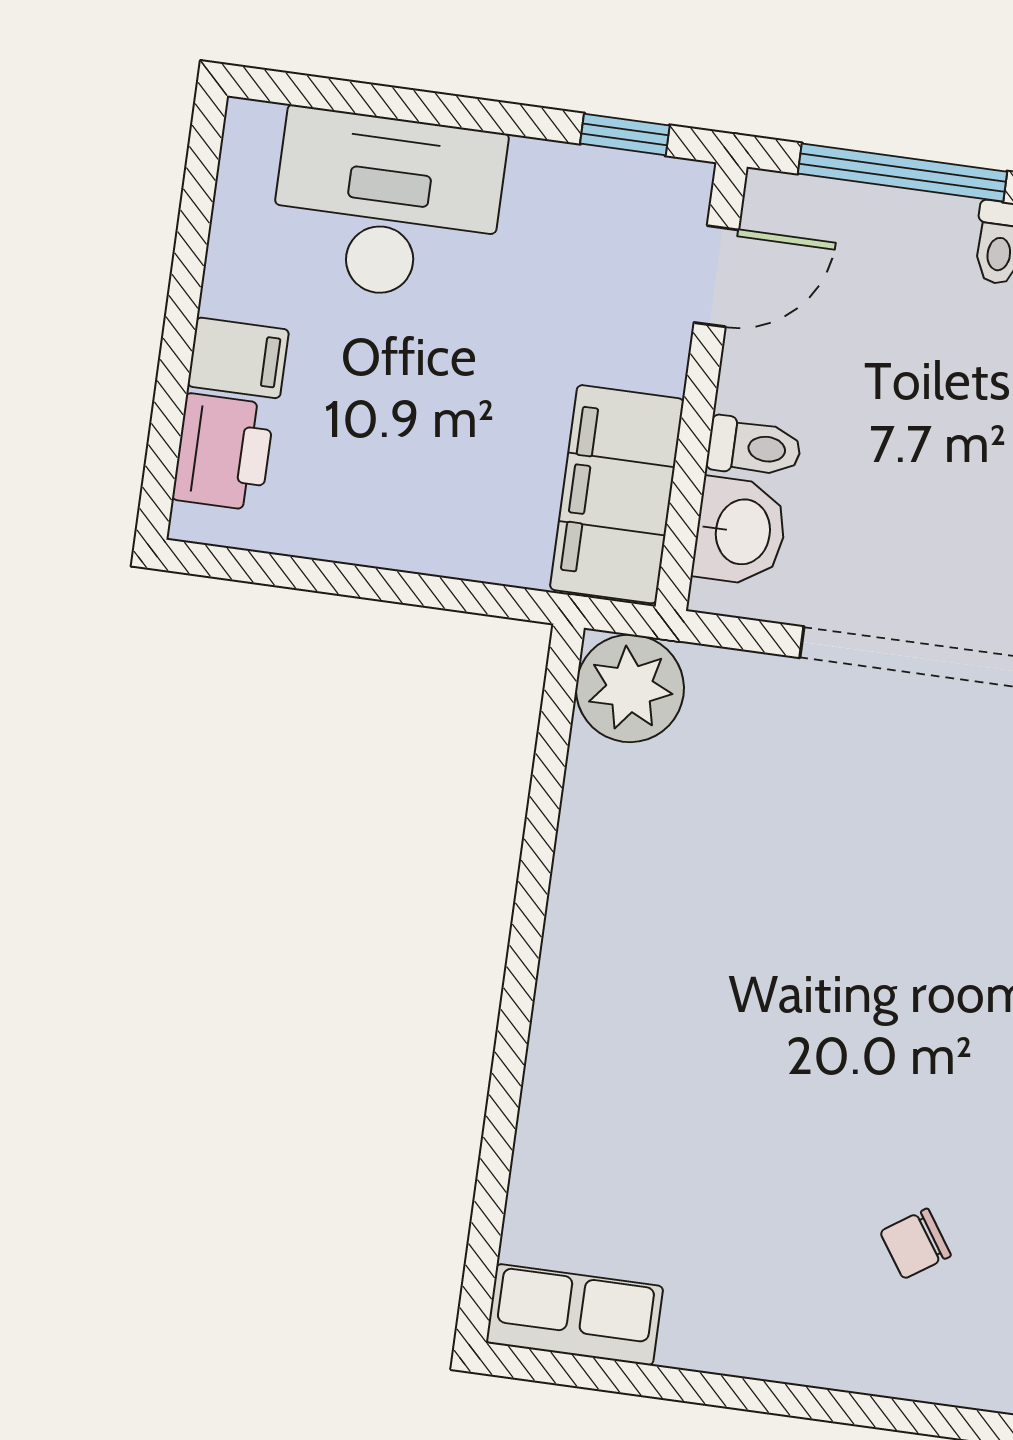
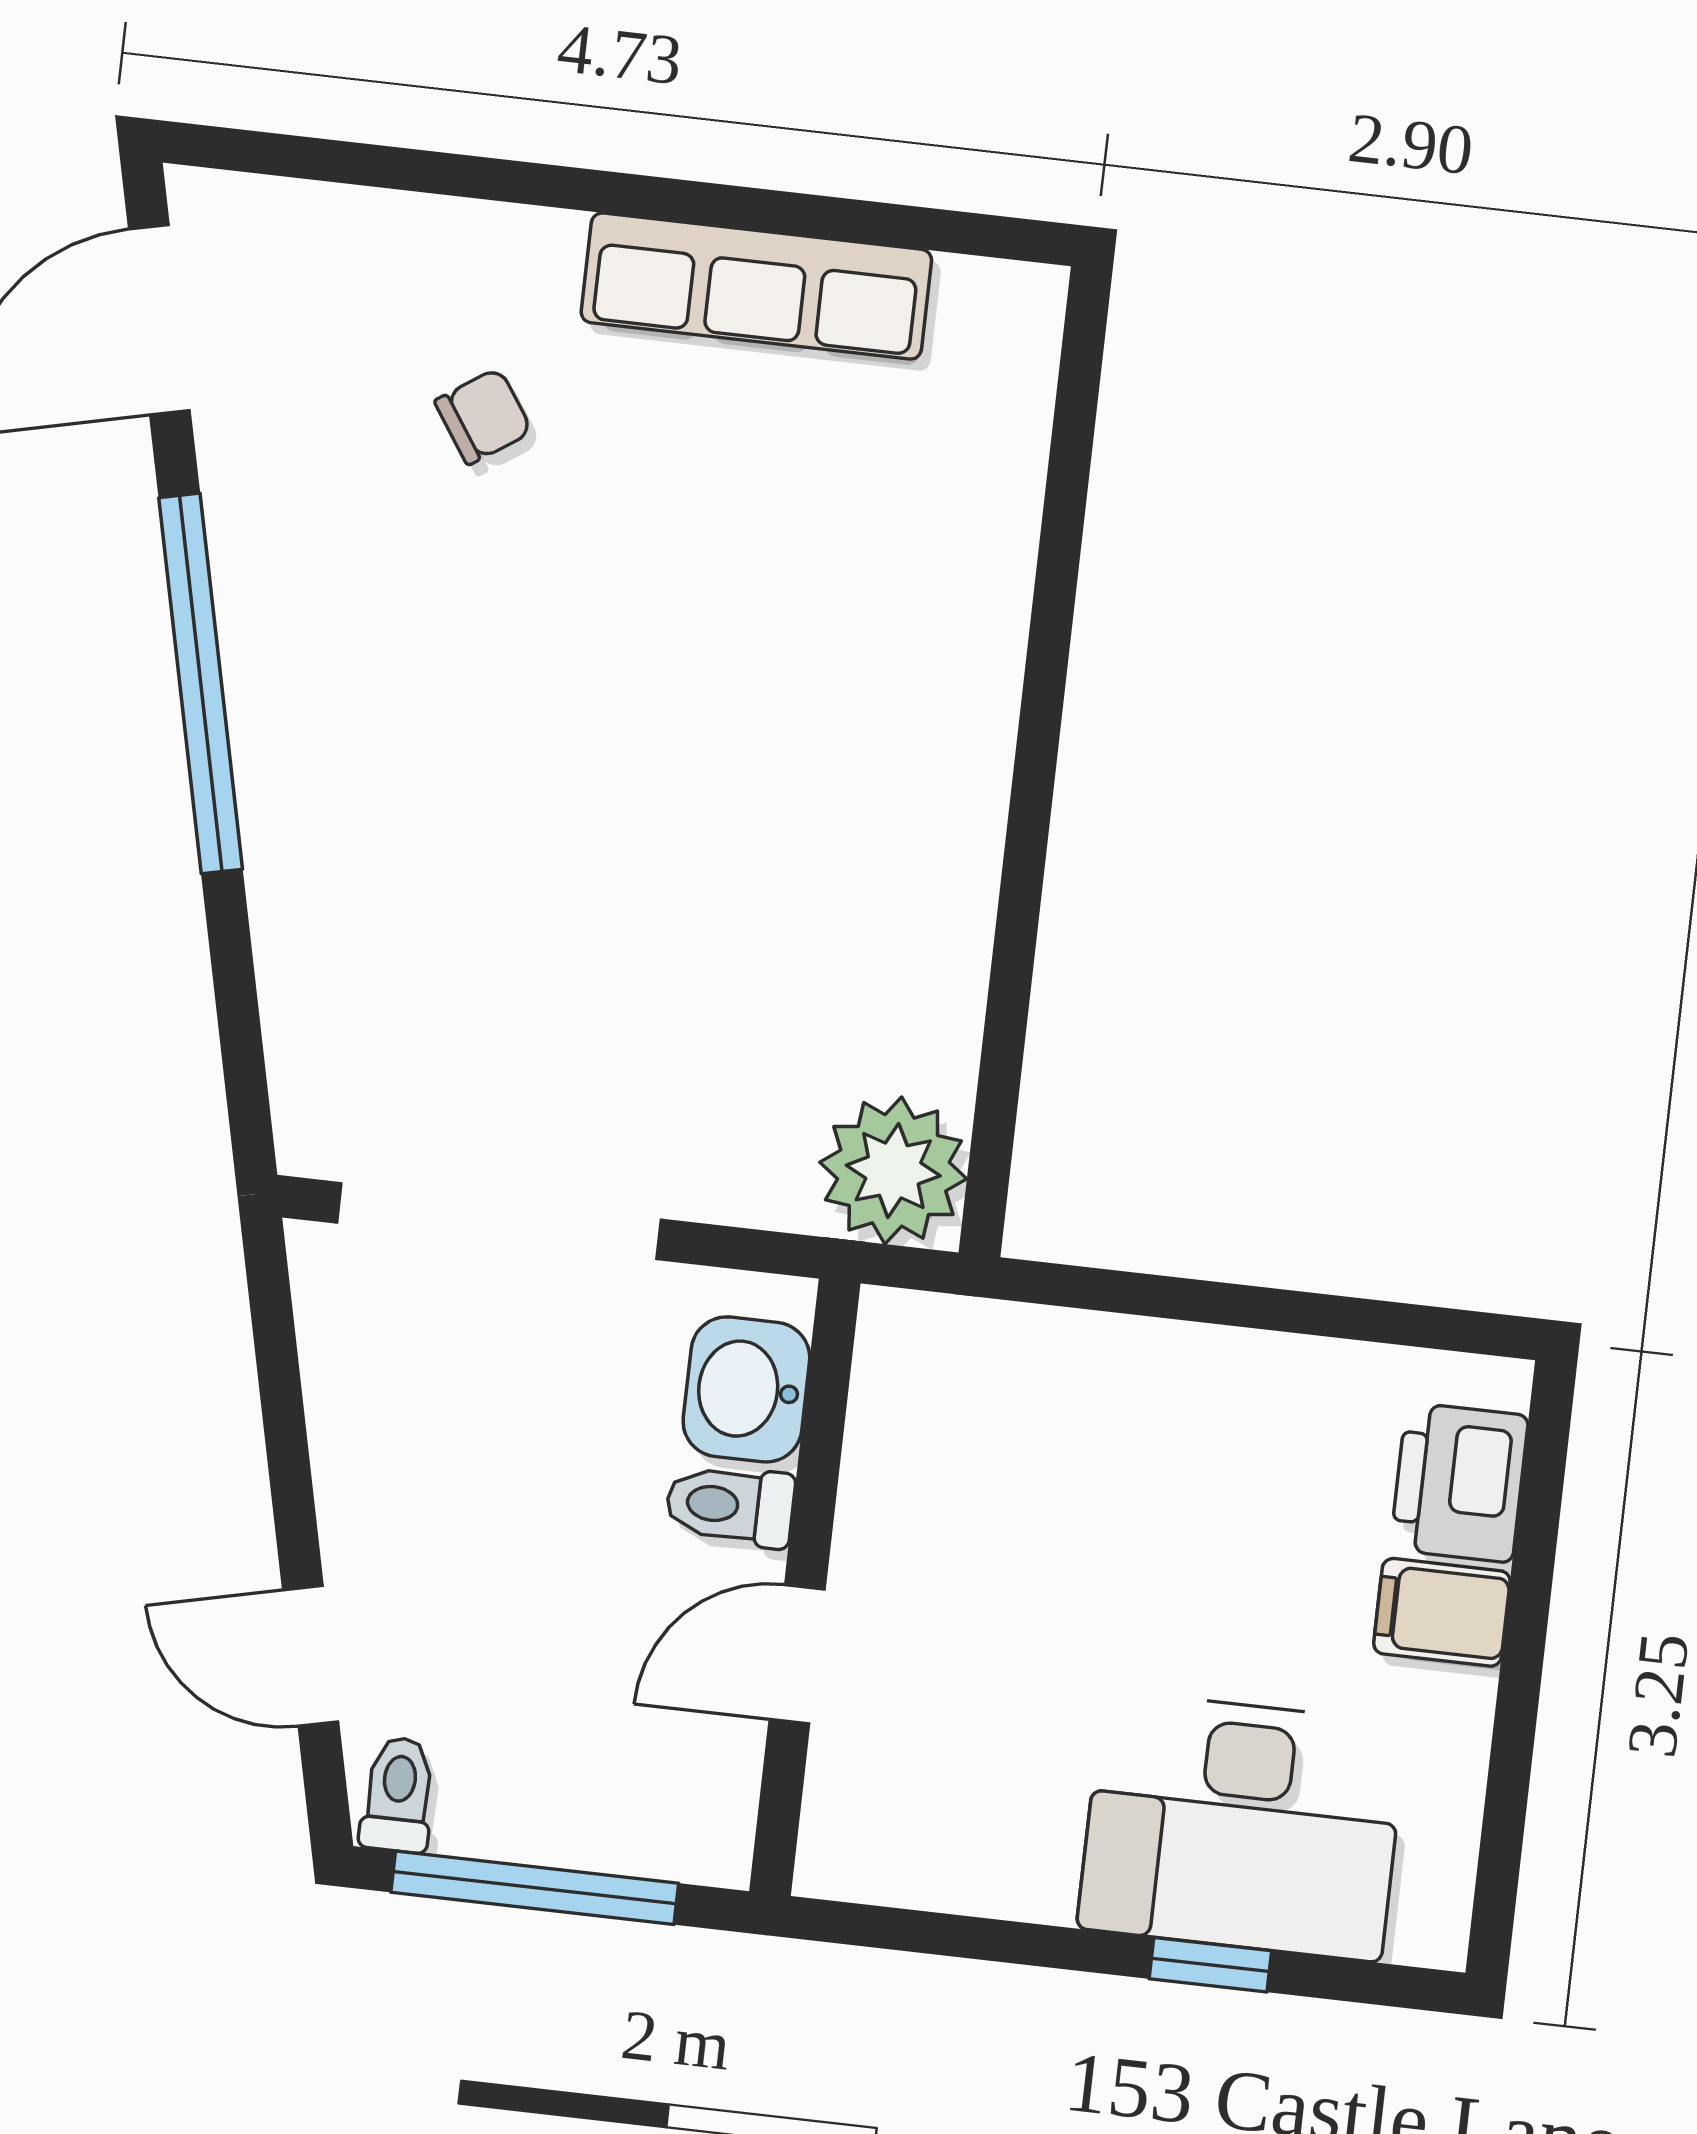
window: (625, 135) -> (1210, 1965), moved
door: (716, 276) -> (797, 1654), moved
filing cabinet: (617, 494) -> (917, 1437), removed
row of seats: (575, 1315) -> (756, 286), moved, width x1.48

